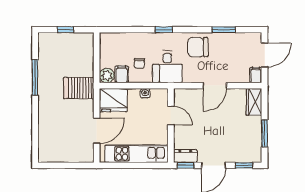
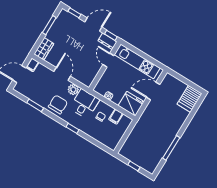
chair: (198, 47) -> (58, 104), turned -90
plant: (107, 75) -> (73, 89), moved
door: (215, 86) -> (62, 74), hinge flipped
server rack: (79, 88) -> (190, 99), moved, turned 90
door: (171, 116) -> (108, 60), moved

